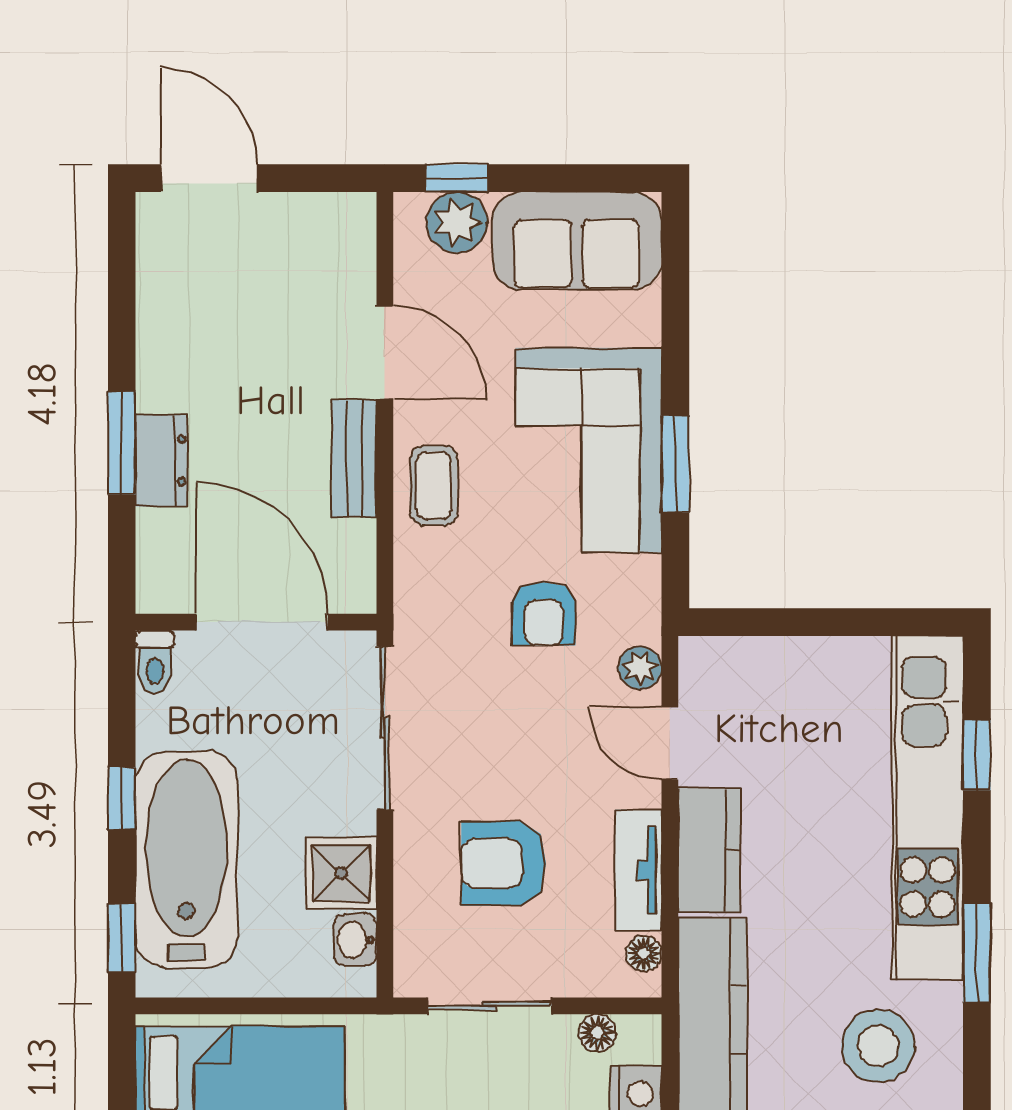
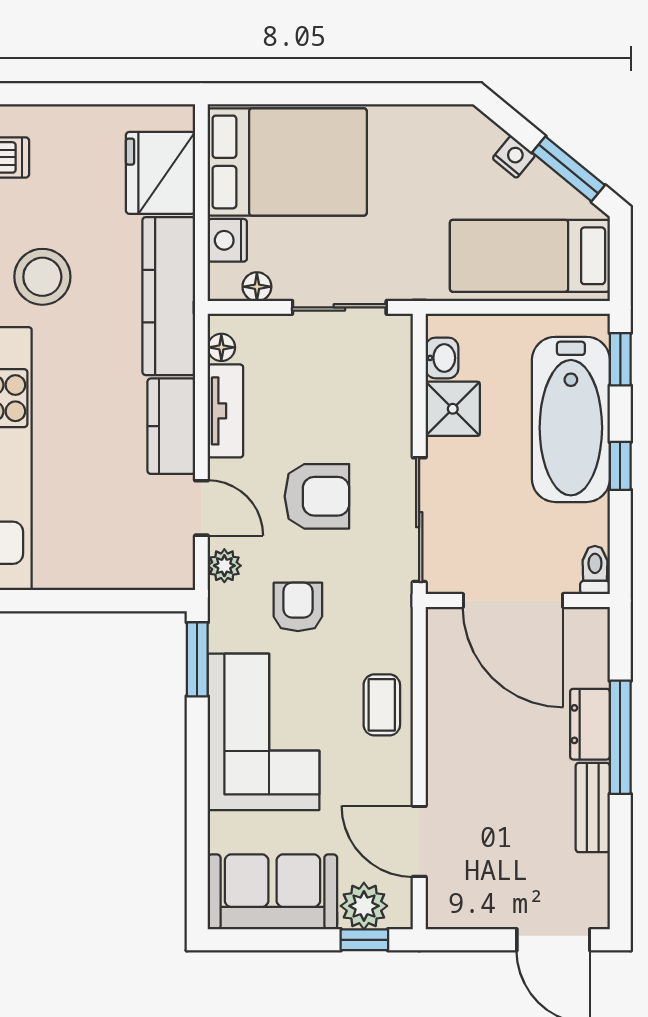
door: (385, 353) -> (419, 841), moved
window: (122, 443) -> (620, 737), width x1.44
bench: (354, 458) -> (593, 808), moved
window: (675, 464) -> (197, 659), moved
armchair: (504, 863) -> (317, 496), moved

